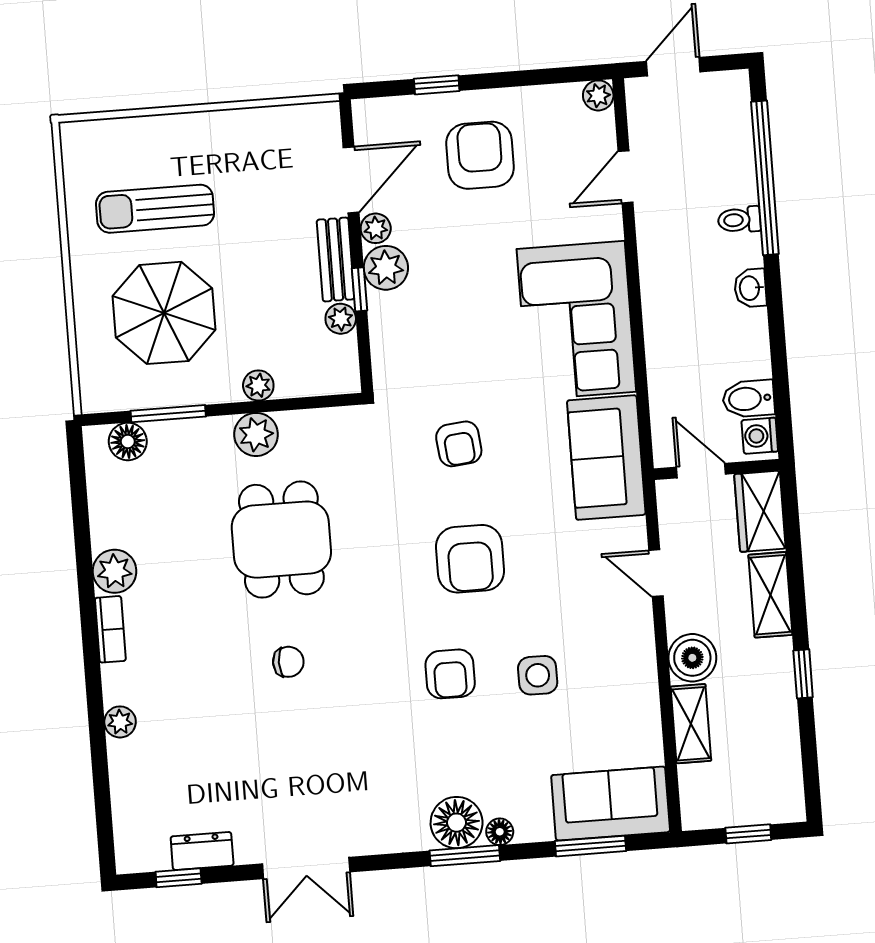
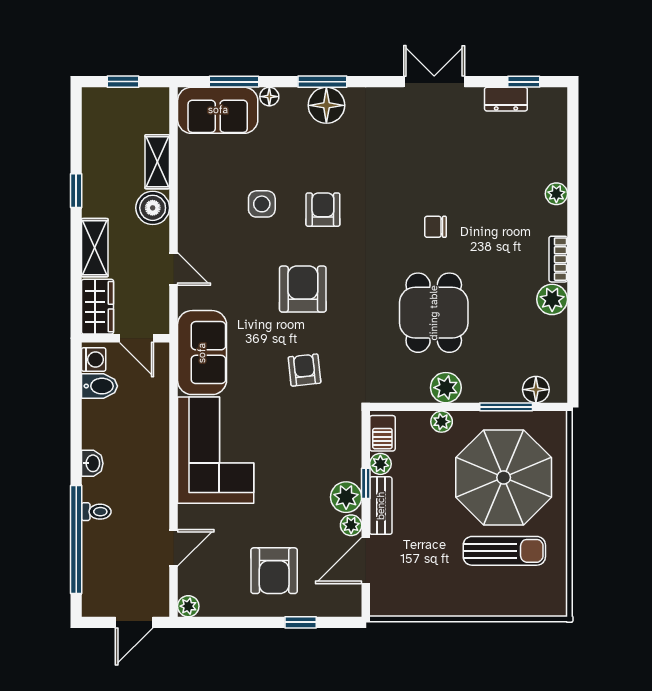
parasol: (164, 313) -> (504, 477), width x1.36, depth x1.36
barbecue: (341, 362) -> (382, 433), added
floor lamp: (500, 832) -> (269, 97), moved

